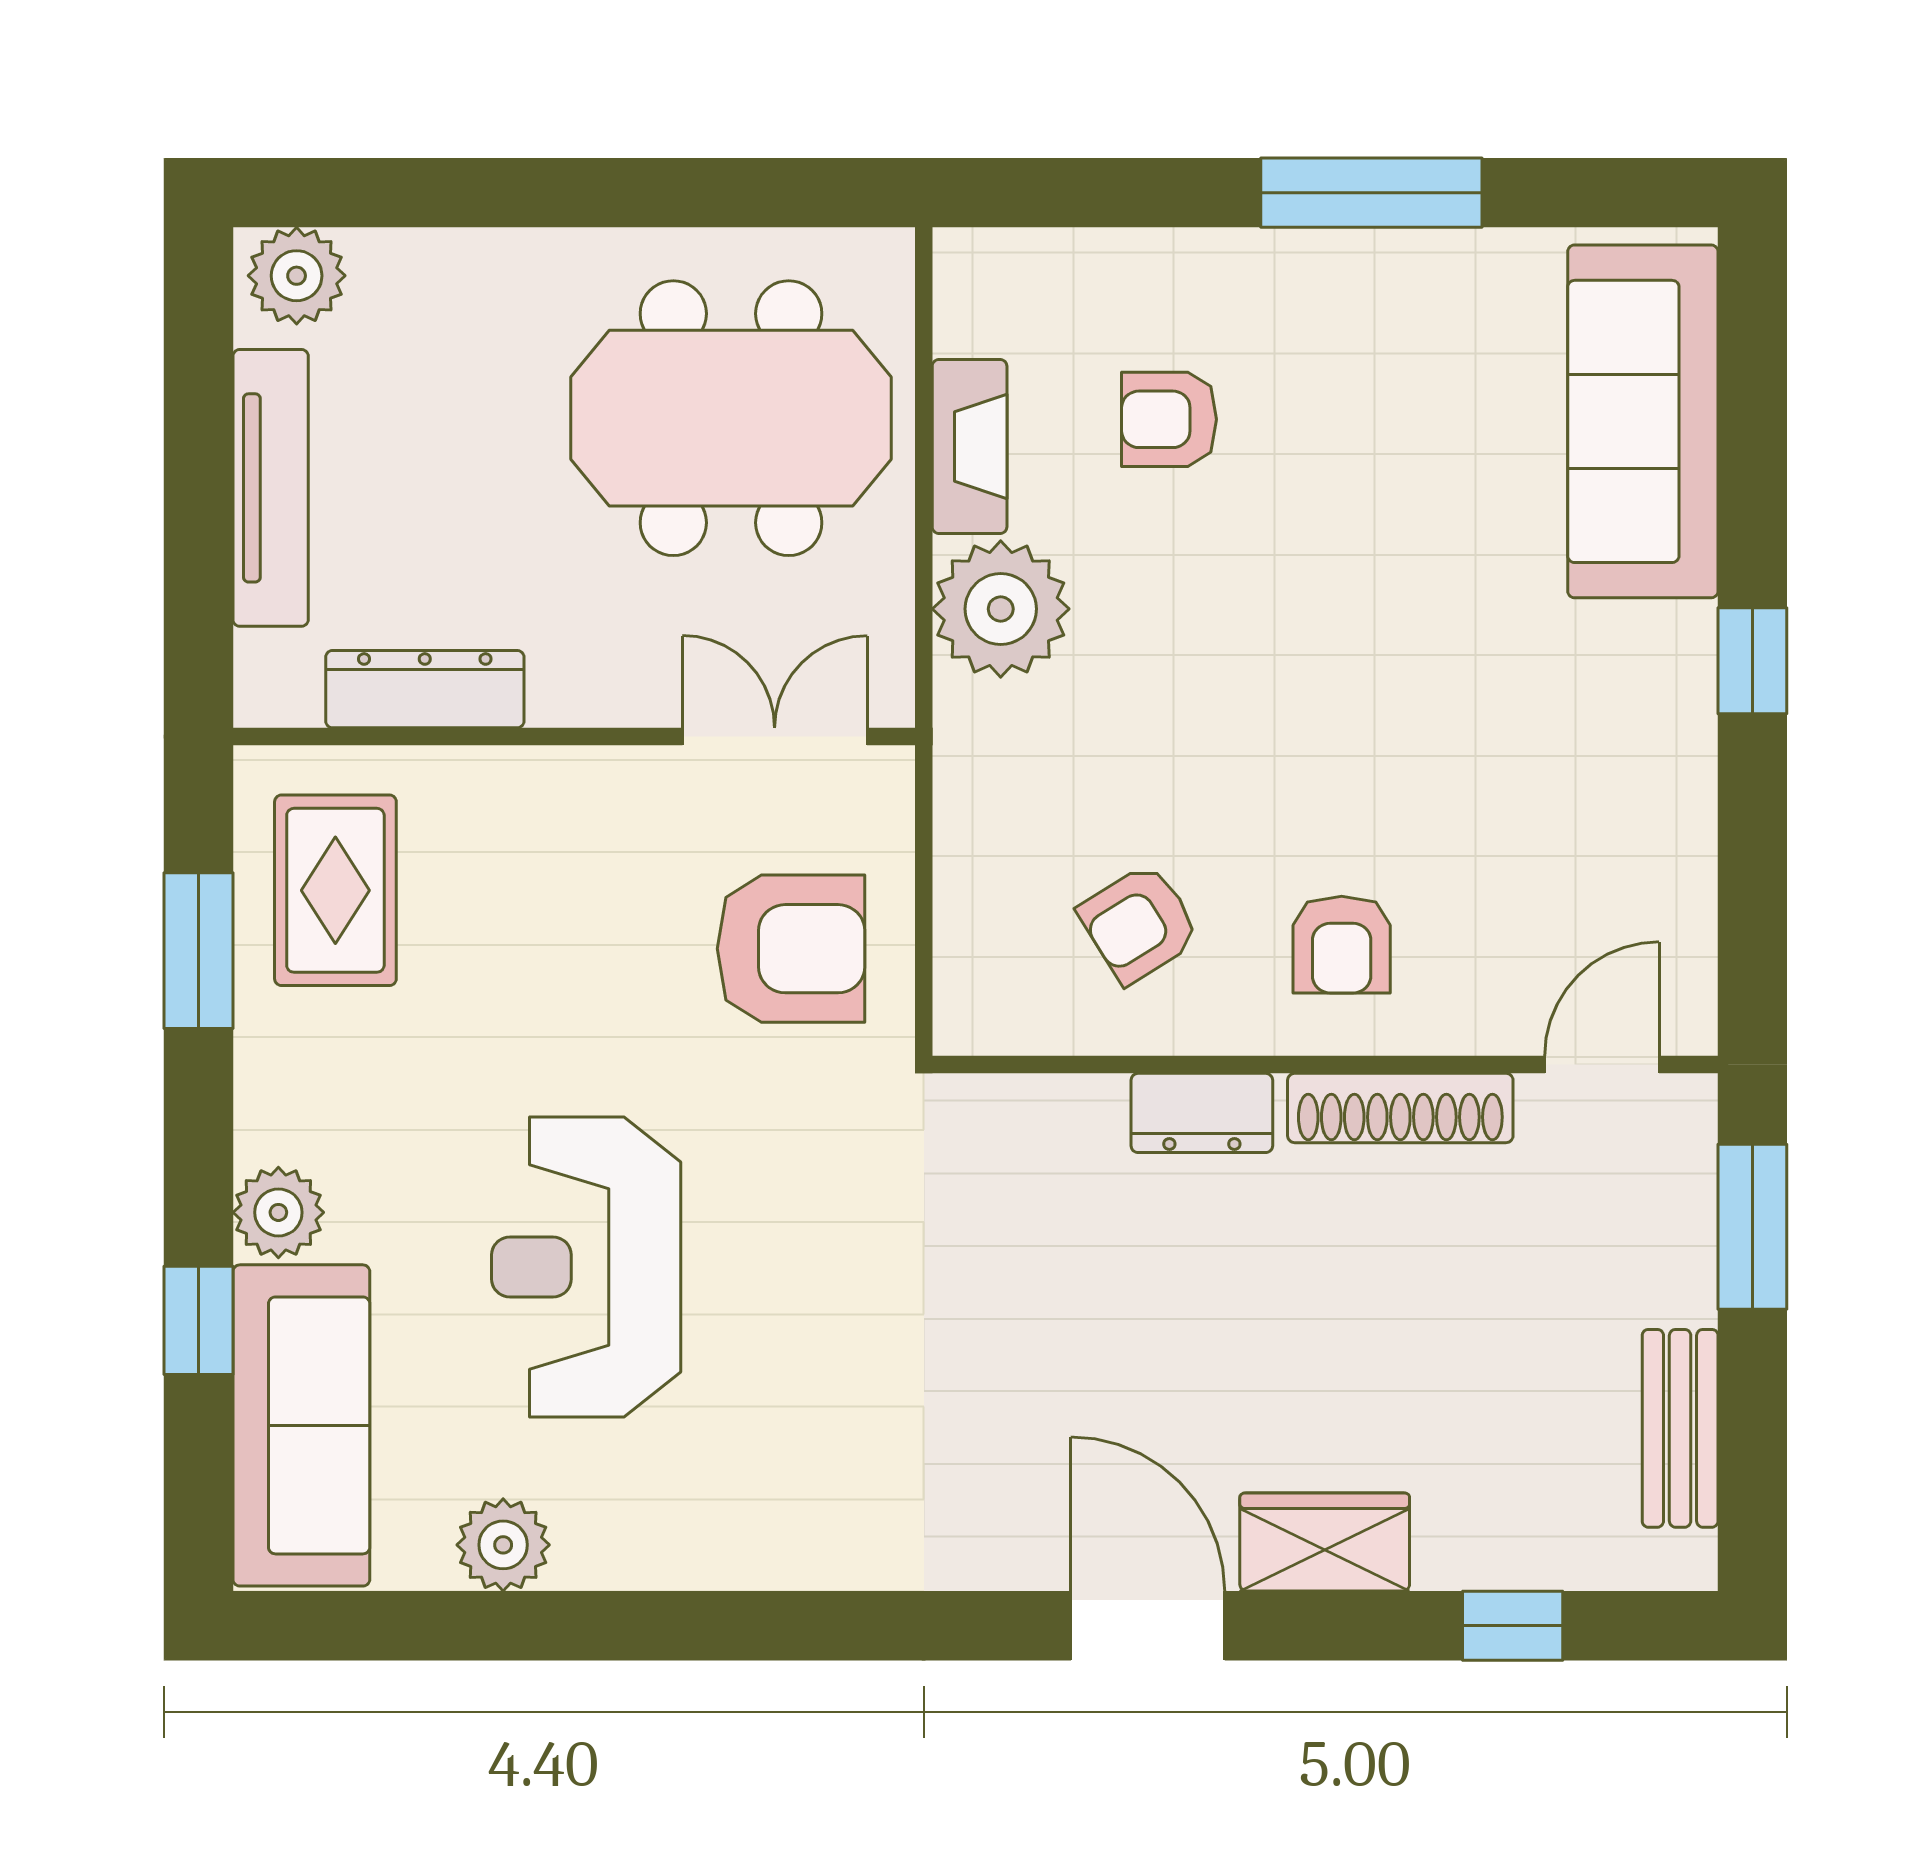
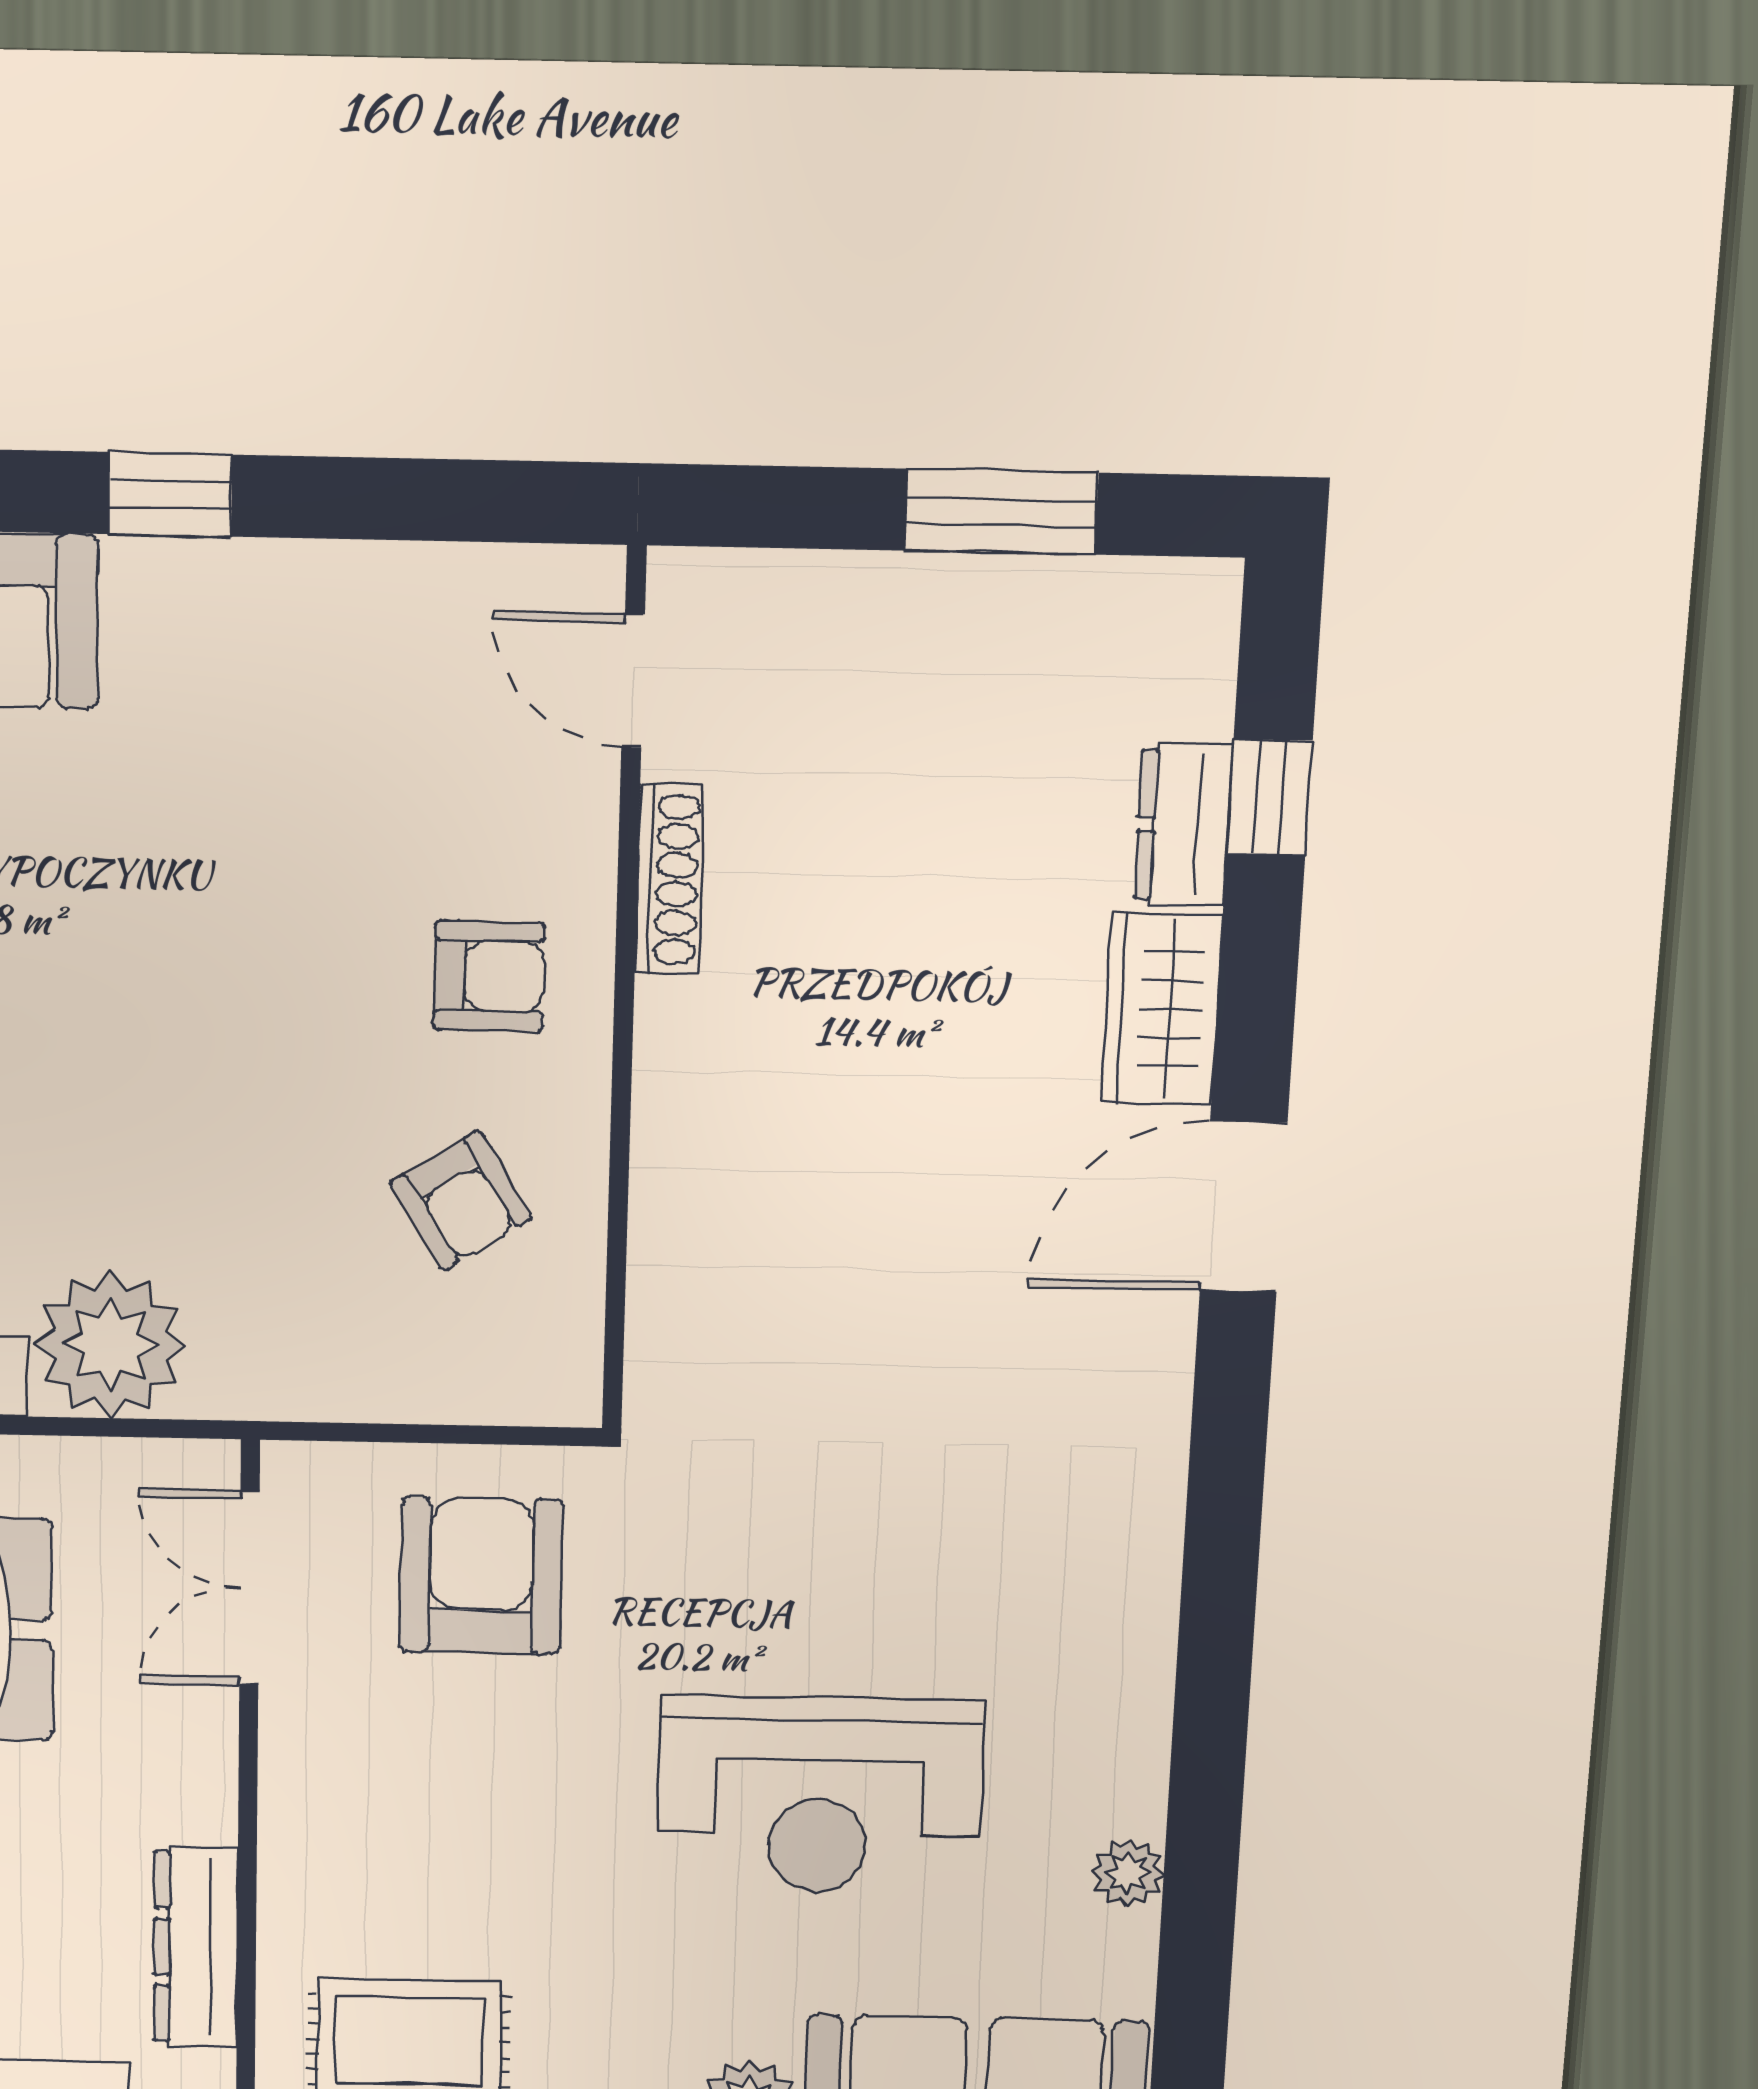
shoe rack: (1400, 1108) -> (669, 880), width x0.74, depth x0.81
dresser: (1202, 1113) -> (1183, 825), moved, turned 180
window: (1752, 1227) -> (1001, 512), moved
bench: (1680, 1428) -> (1055, 598), removed
plant: (503, 1545) -> (1128, 1873), width x0.73, depth x0.73

